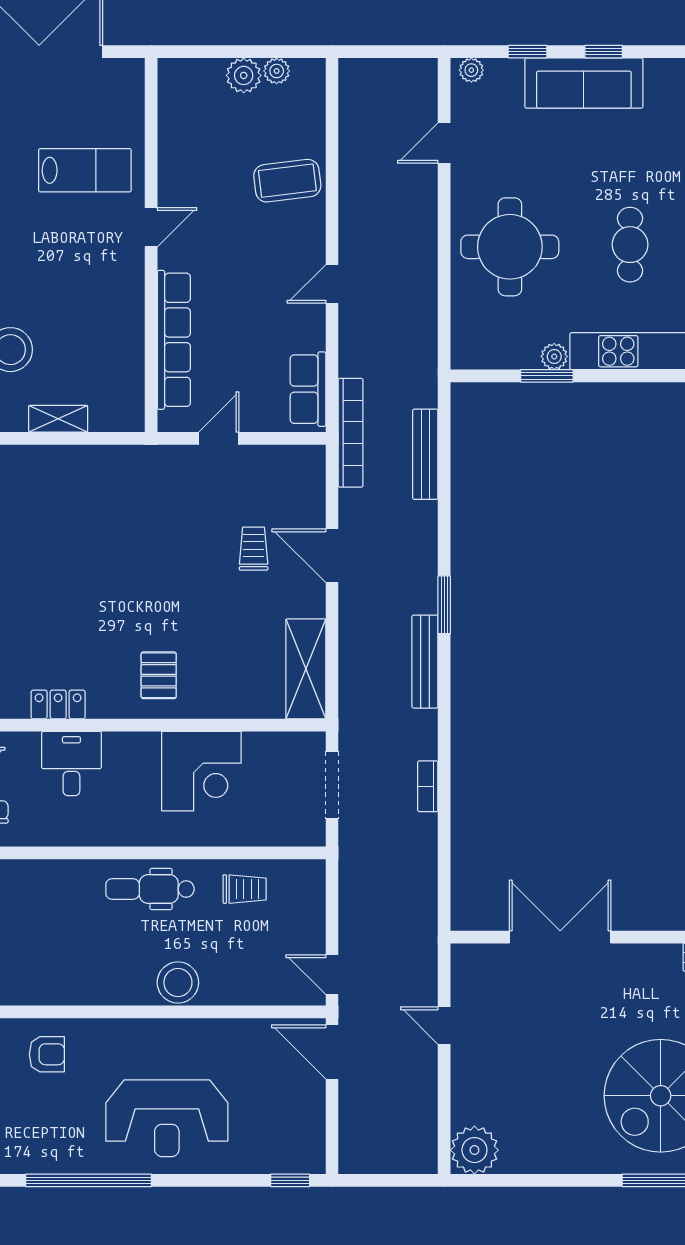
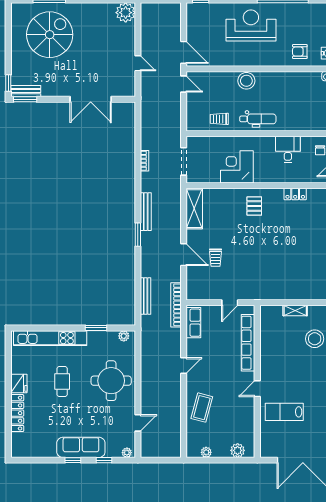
plant: (244, 75) -> (238, 450), moved
coffee table: (287, 181) -> (202, 408), turned -68
plant: (554, 356) -> (124, 336), moved
desk: (71, 764) -> (288, 149), moved, turned 180

